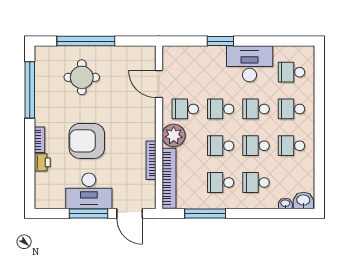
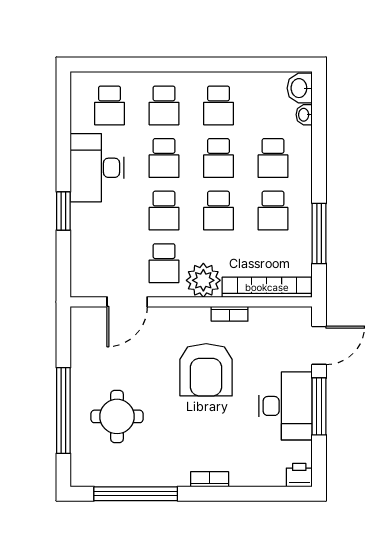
armchair: (87, 141) -> (206, 370), moved
bookcase: (151, 160) -> (230, 314), width x0.64
printer: (42, 162) -> (299, 475), moved

